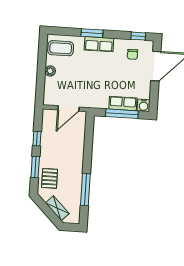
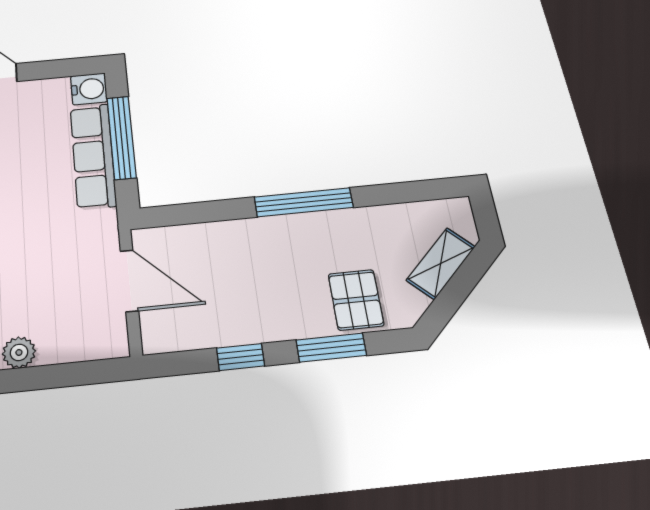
row of seats: (123, 103) -> (93, 156), width x1.48
pallet: (50, 178) -> (356, 300), turned 90
window: (85, 190) -> (304, 202), moved

